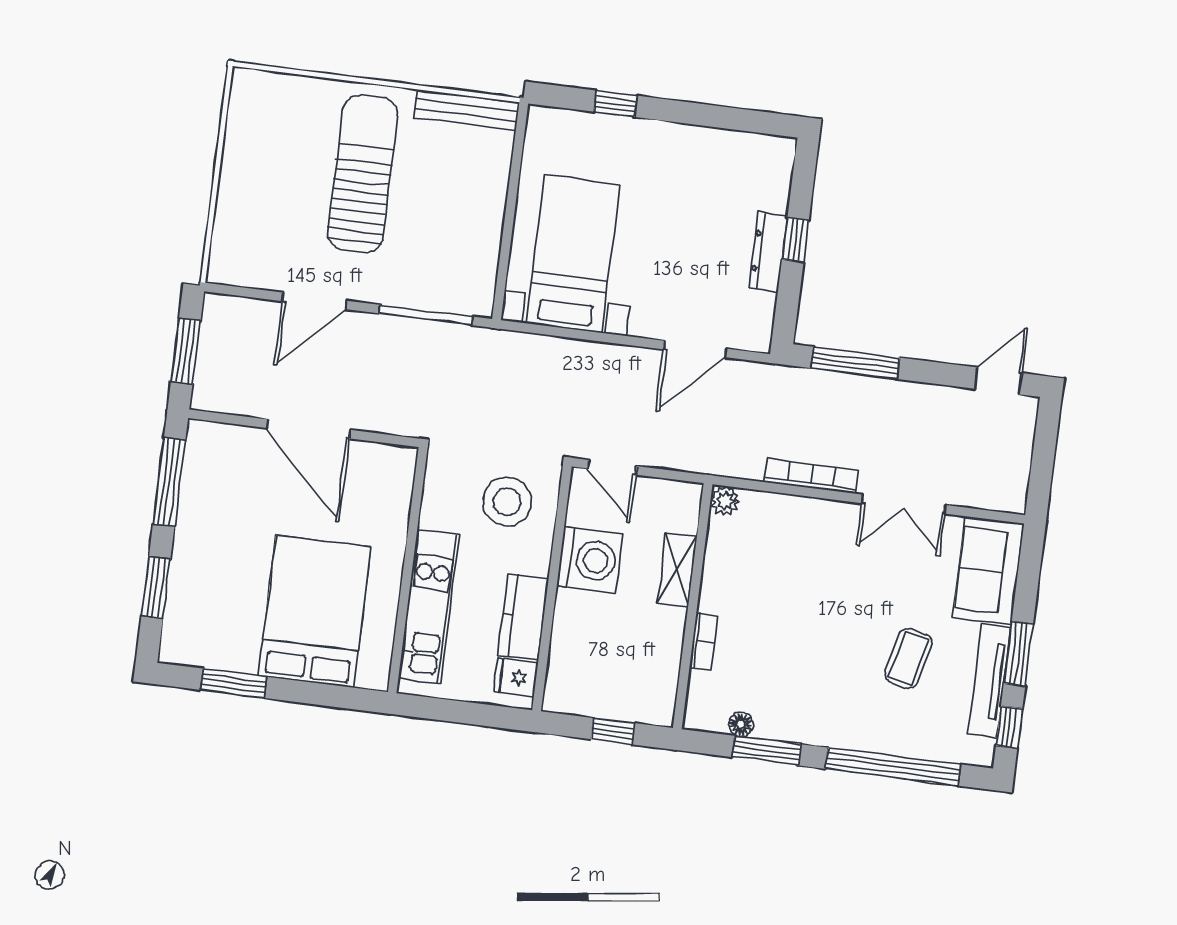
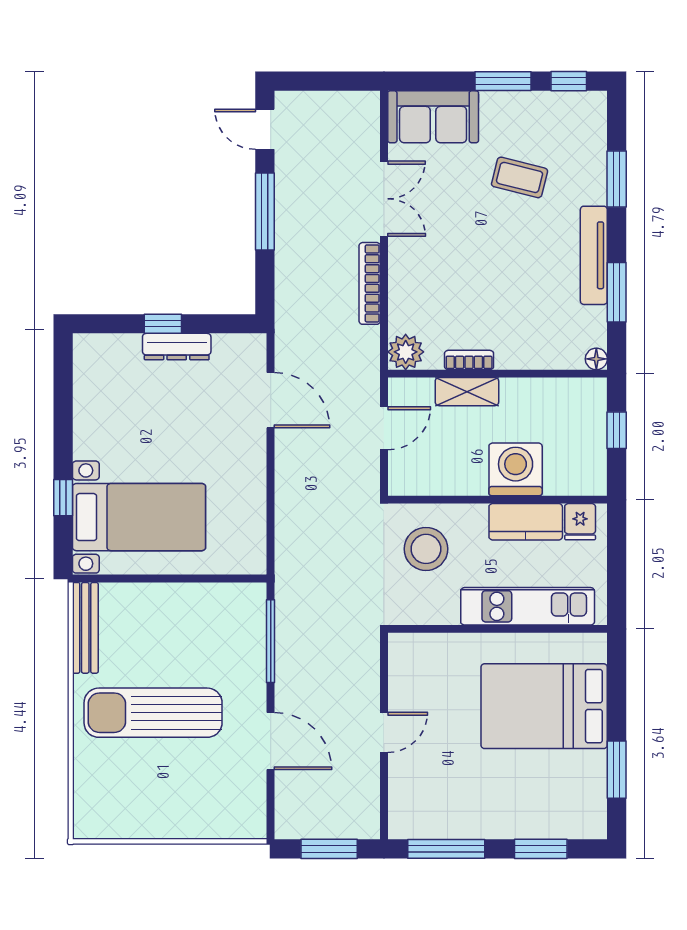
bed with nightstands: (573, 254) -> (139, 517), moved, turned 180
window: (855, 363) -> (265, 212), moved
door: (308, 429) -> (384, 732), width x0.53
door: (612, 467) -> (384, 428), moved
plant: (725, 501) -> (406, 352), width x1.38, depth x1.38
washing machine: (590, 560) -> (516, 469), moved
bookcase: (704, 641) -> (469, 360), moved
tv unit: (989, 681) -> (594, 255), moved, turned 90
floor lamp: (741, 724) -> (596, 359), moved
window: (893, 767) -> (617, 179), width x0.47

